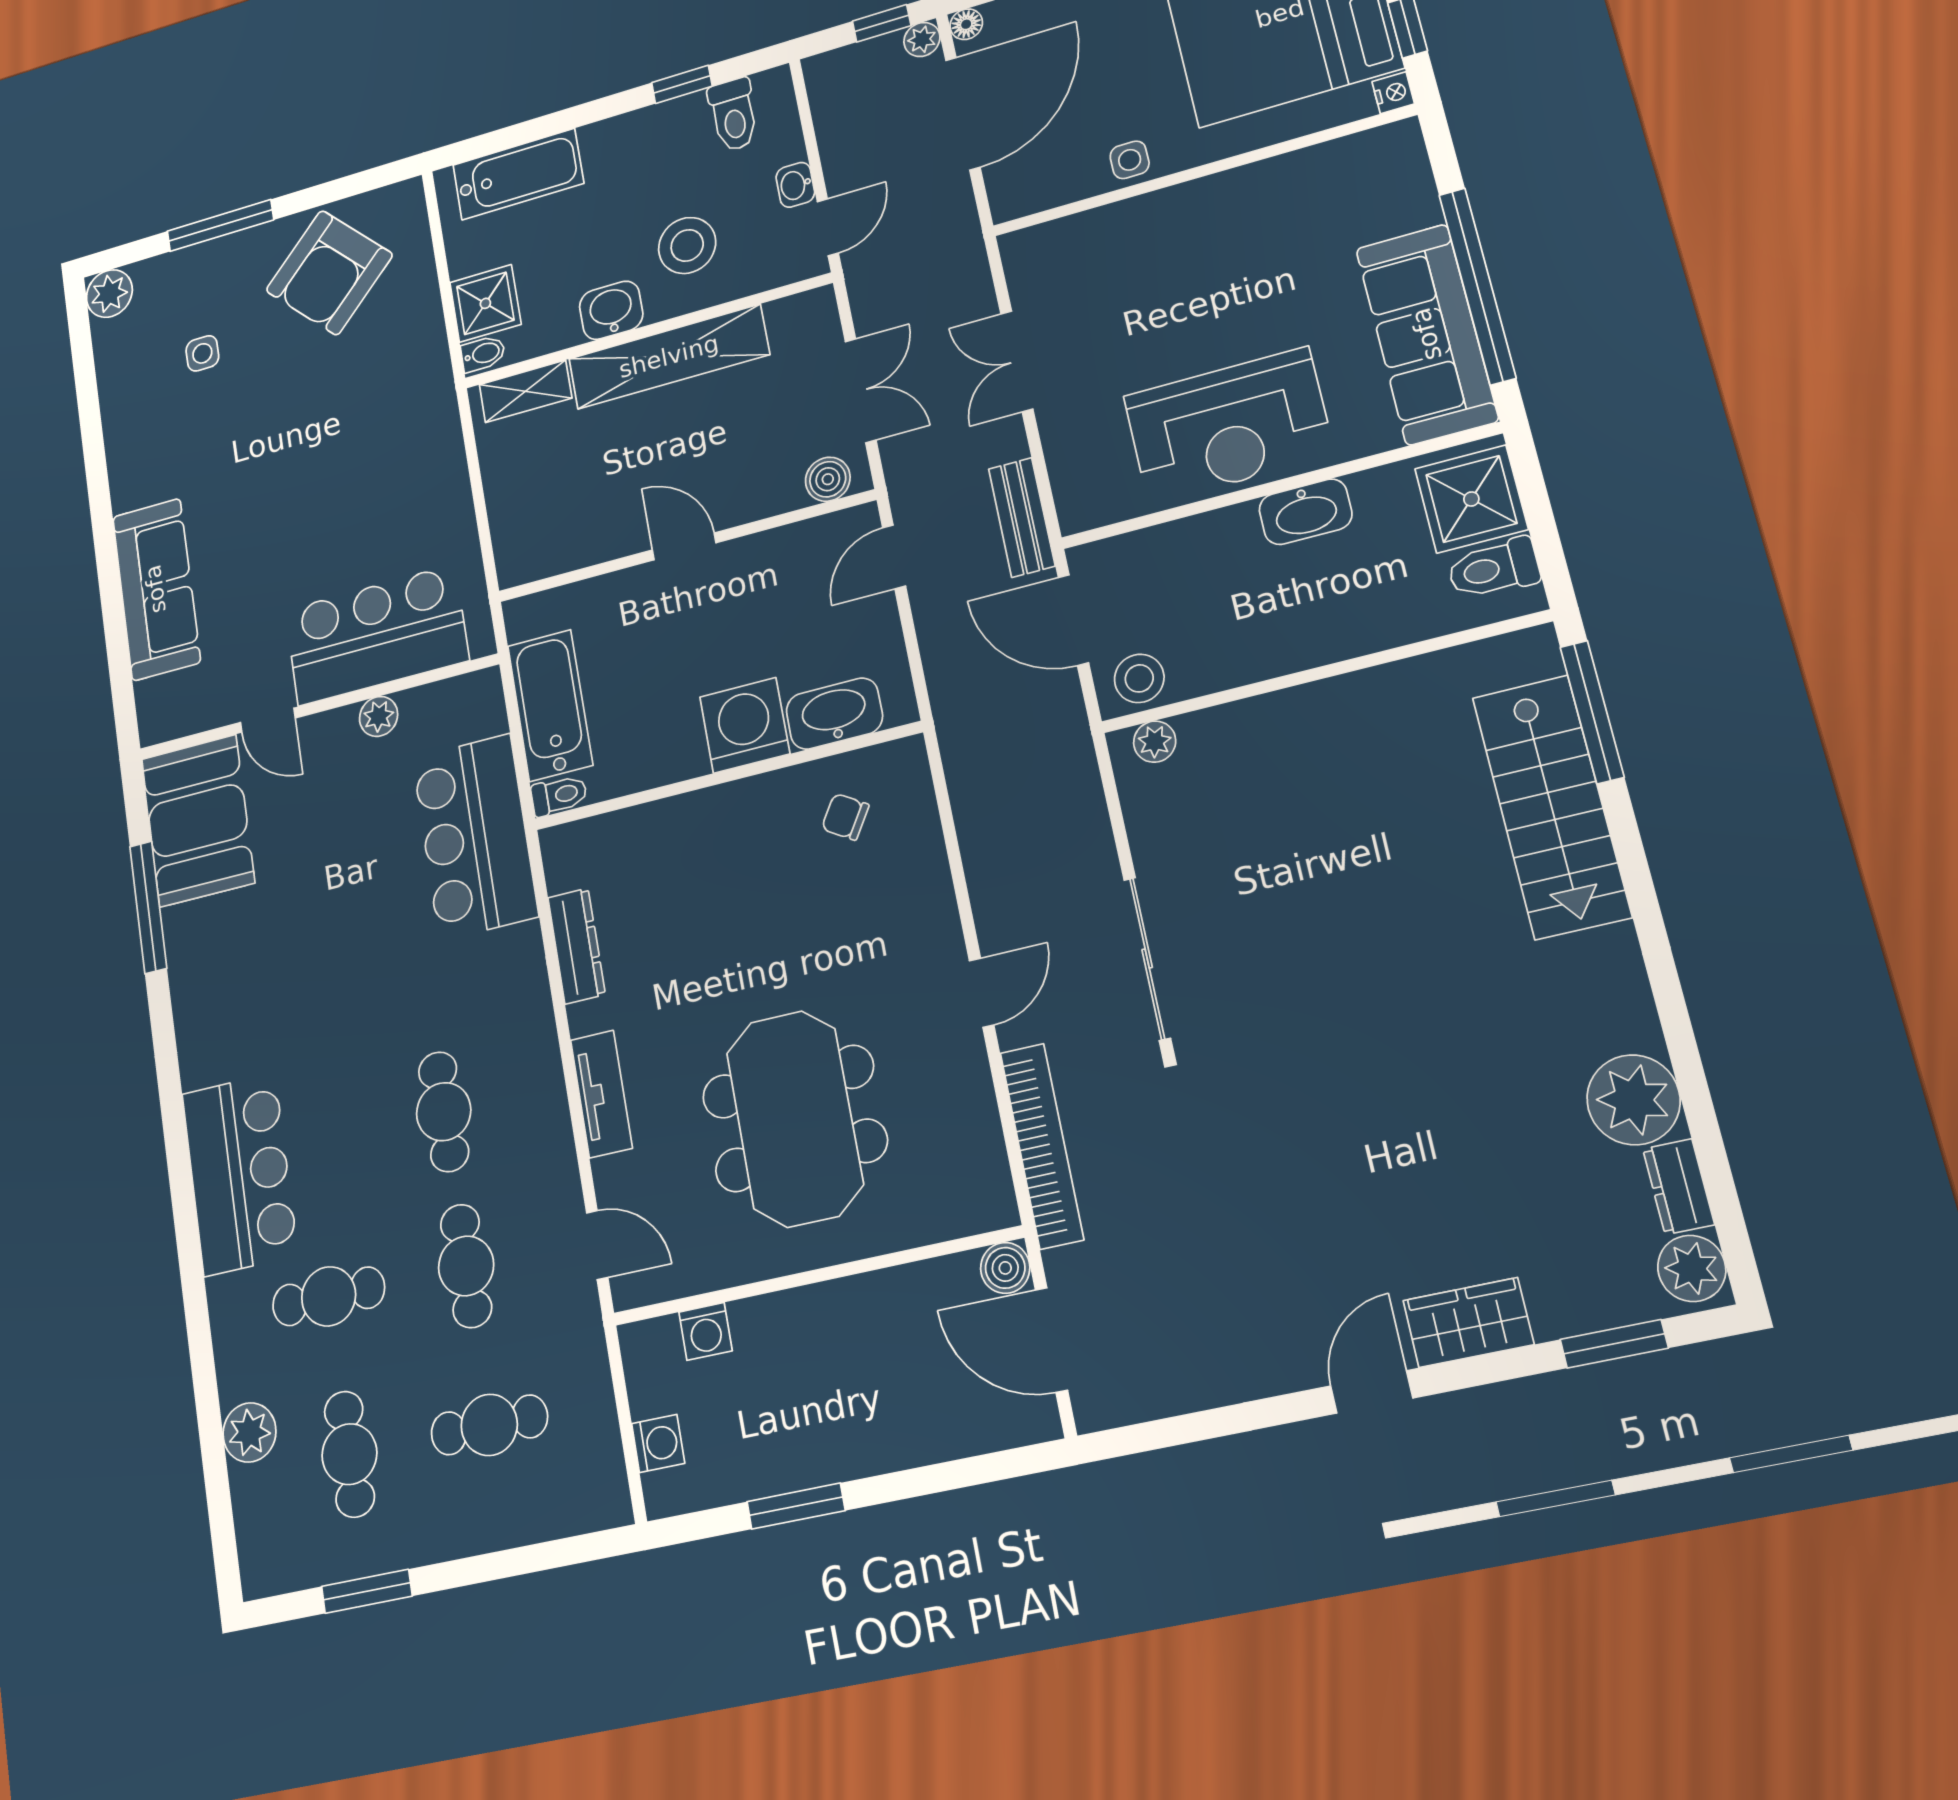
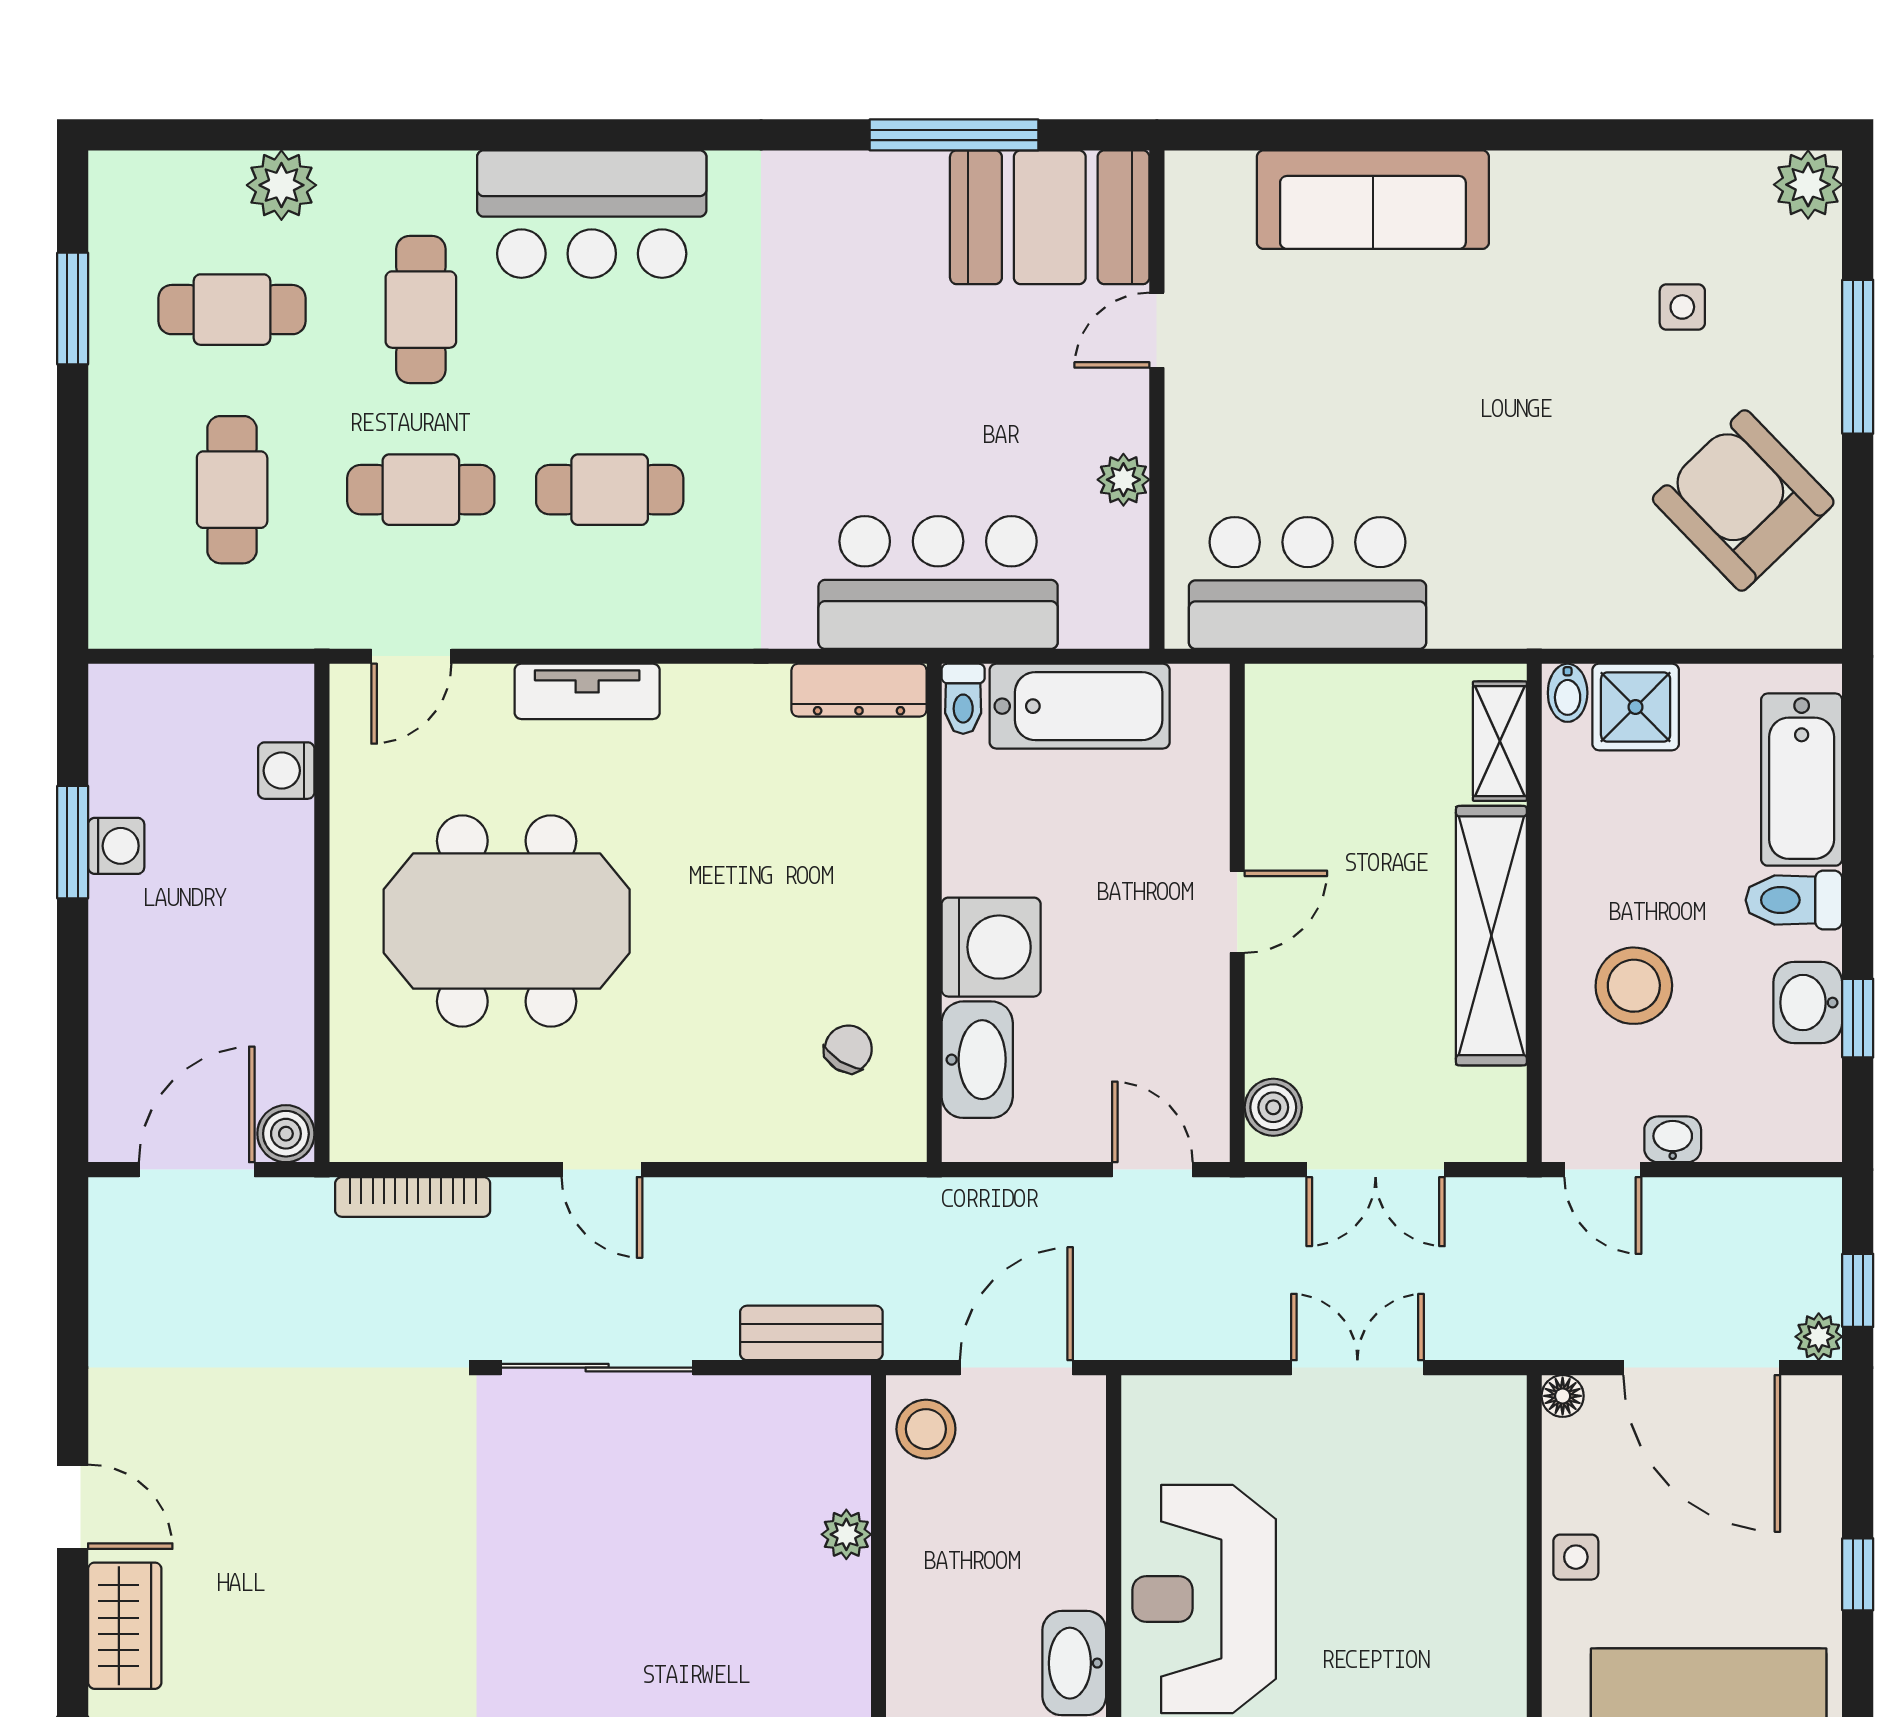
floor lamp: (966, 24) -> (1563, 1396), moved
toilet: (733, 115) -> (1794, 900), moved
washbasin: (611, 310) -> (1808, 1003), moved, turned 180
bench: (1022, 517) -> (811, 1333), moved
bar counter: (376, 635) -> (1308, 583), moved, turned -90
plant: (1155, 742) -> (846, 1534), moved
dresser: (577, 946) -> (859, 690), moved
bookcase: (1042, 1146) -> (413, 1197), width x0.68, depth x0.76
washing machine: (658, 1443) -> (116, 846), moved, turned -90

